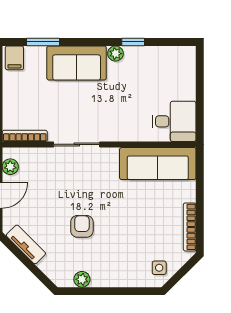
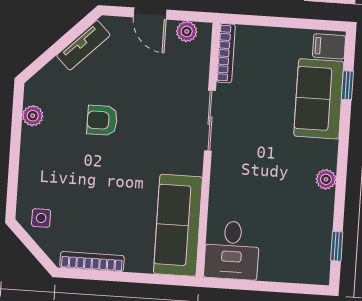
window: (43, 42) -> (347, 85), width x0.67
window: (133, 42) -> (337, 246), moved
sofa: (77, 63) -> (319, 99), moved
armchair: (82, 226) -> (102, 120), turned 180

